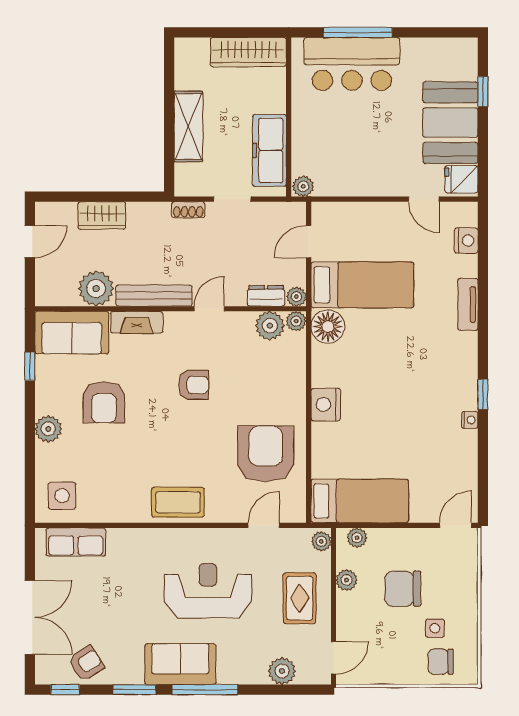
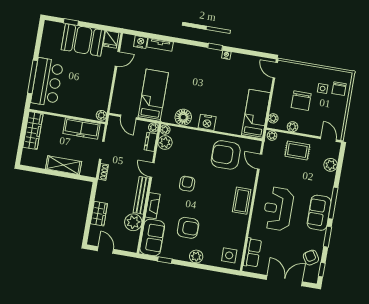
tv unit: (468, 304) -> (160, 45), moved
floor lamp: (328, 327) -> (183, 117), moved
reception desk: (208, 591) -> (278, 209), moved

